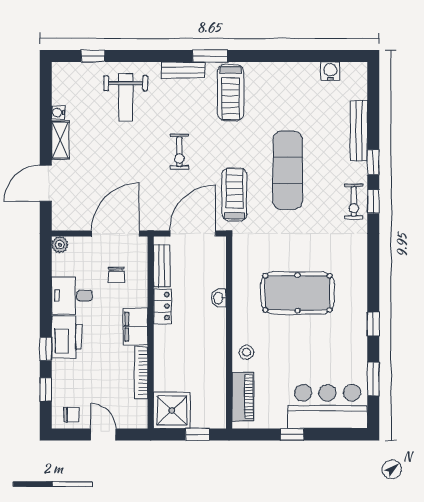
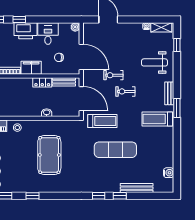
shelving: (60, 140) -> (161, 27), moved
exercise bike: (354, 201) -> (113, 75), moved

